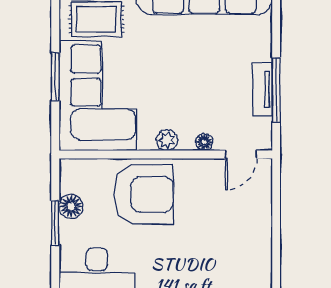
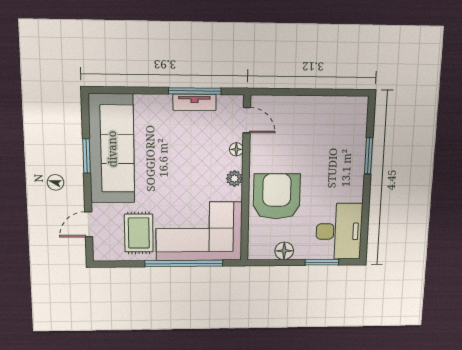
window: (55, 77) -> (184, 263), width x2.11
window: (55, 223) -> (322, 262), moved

